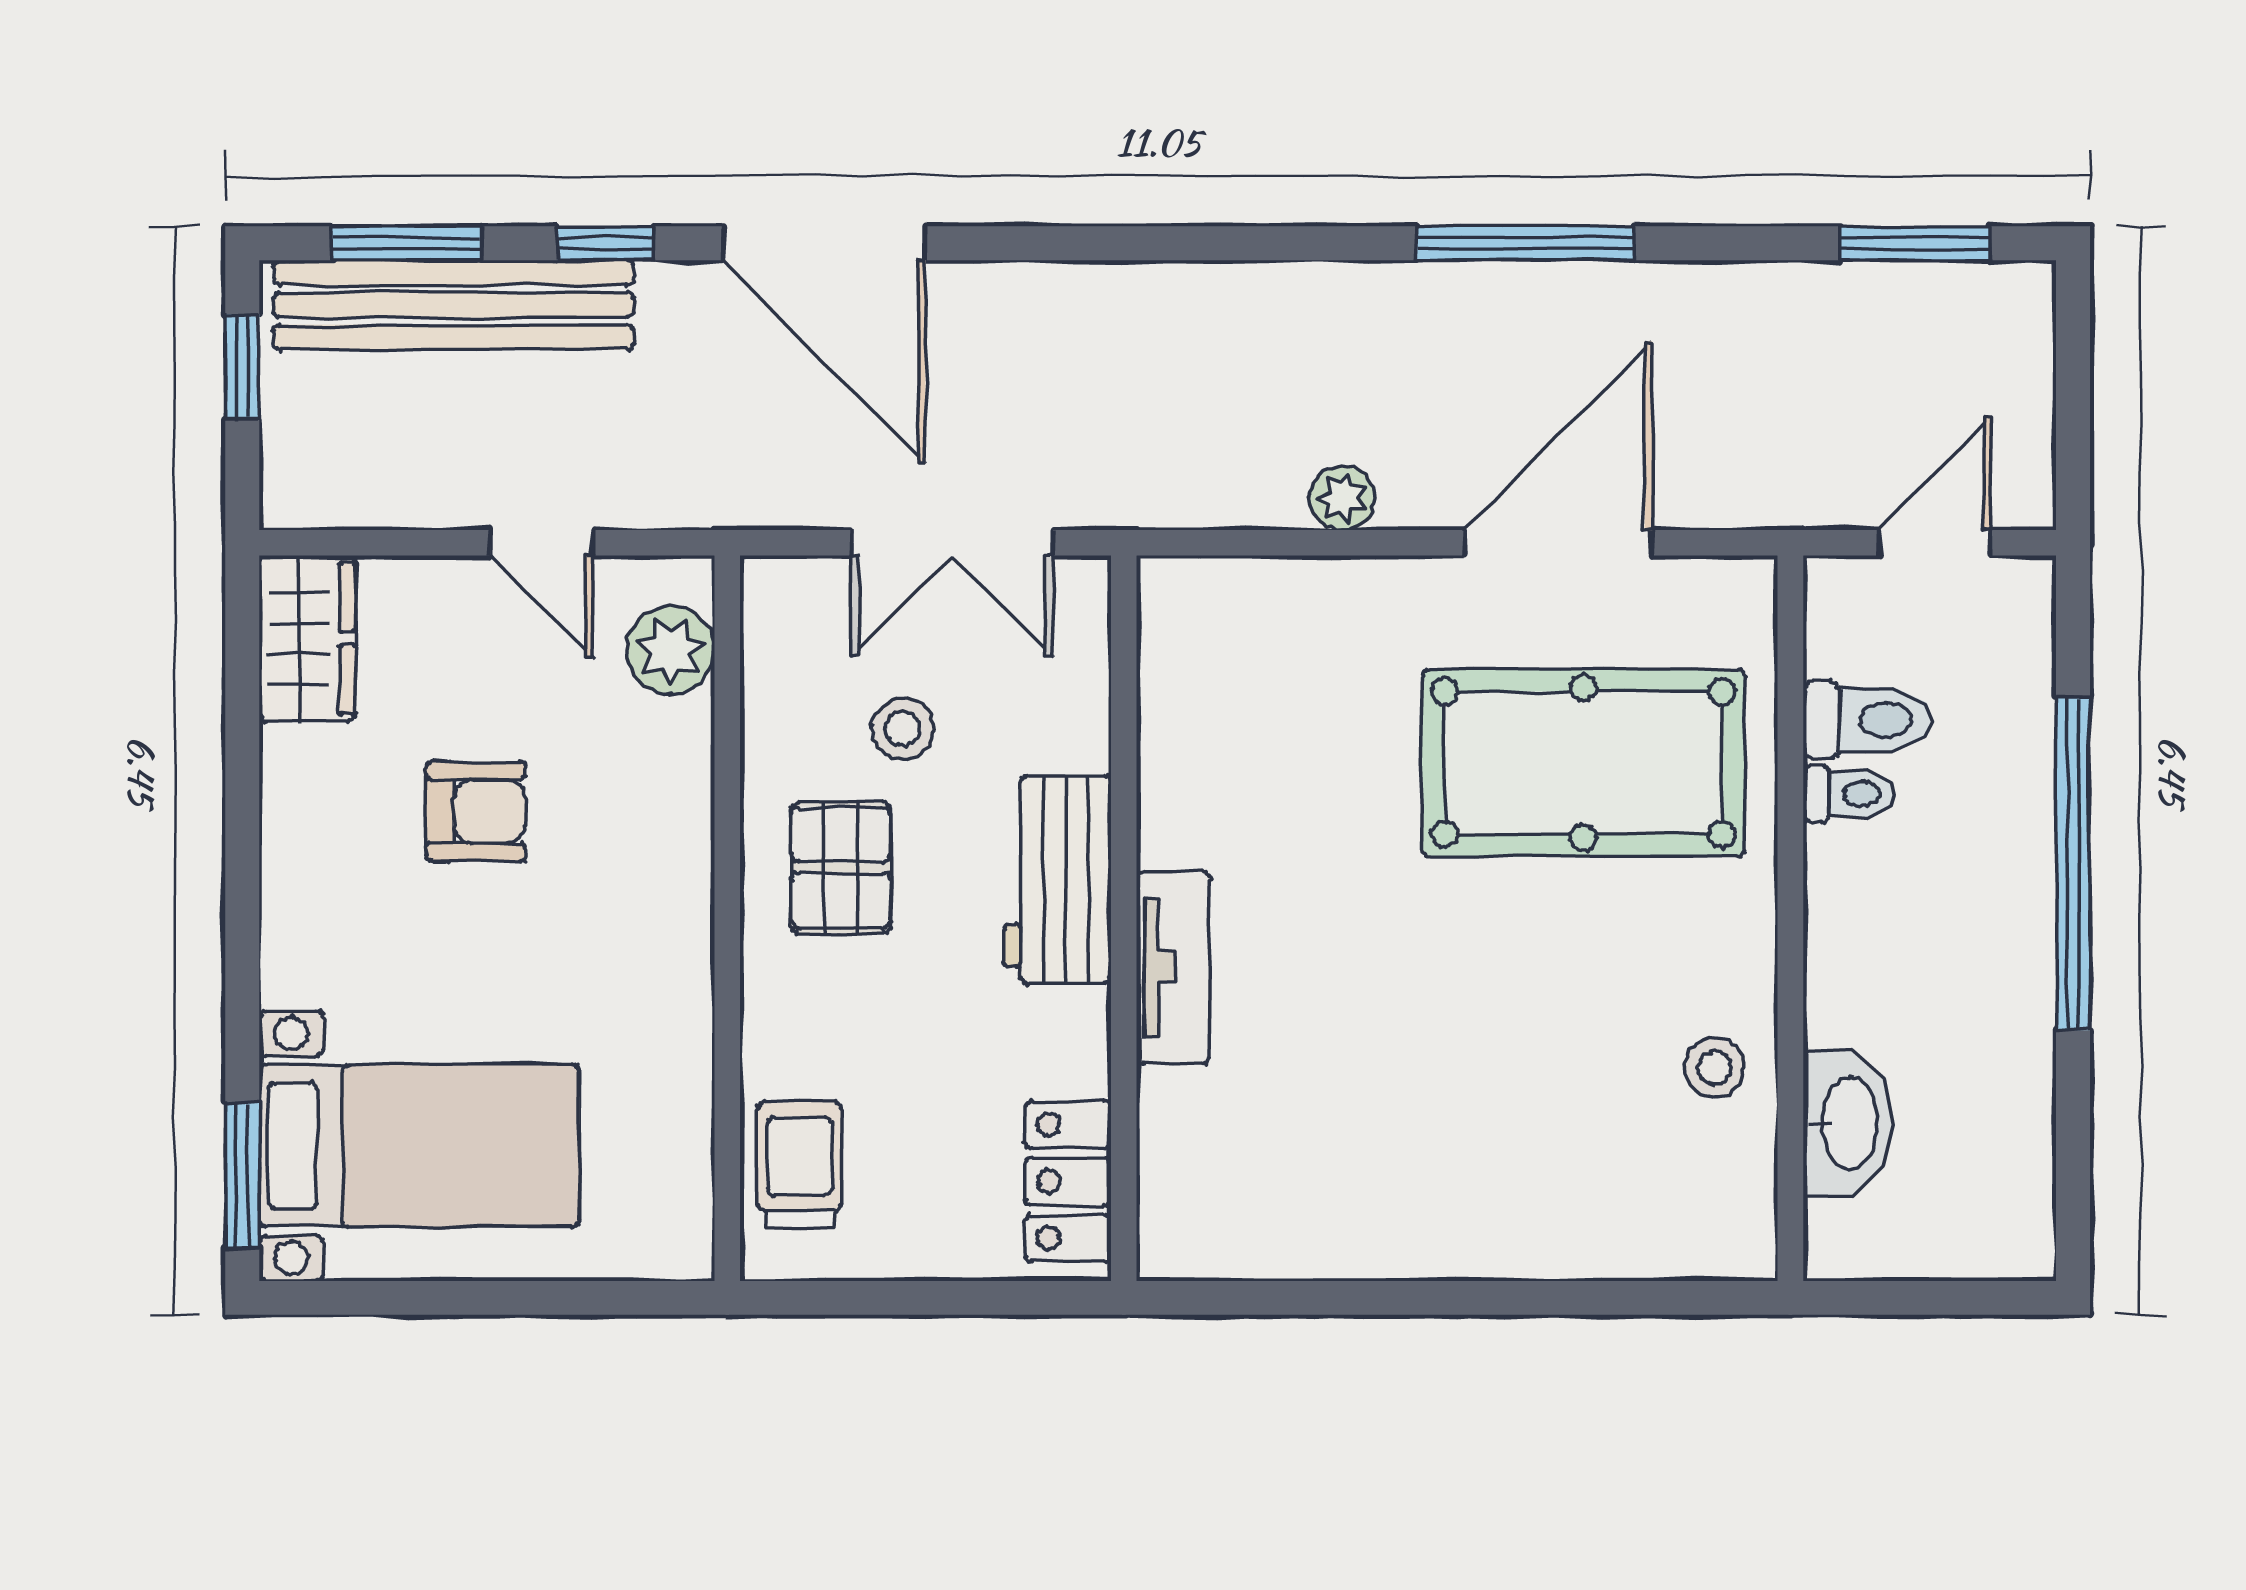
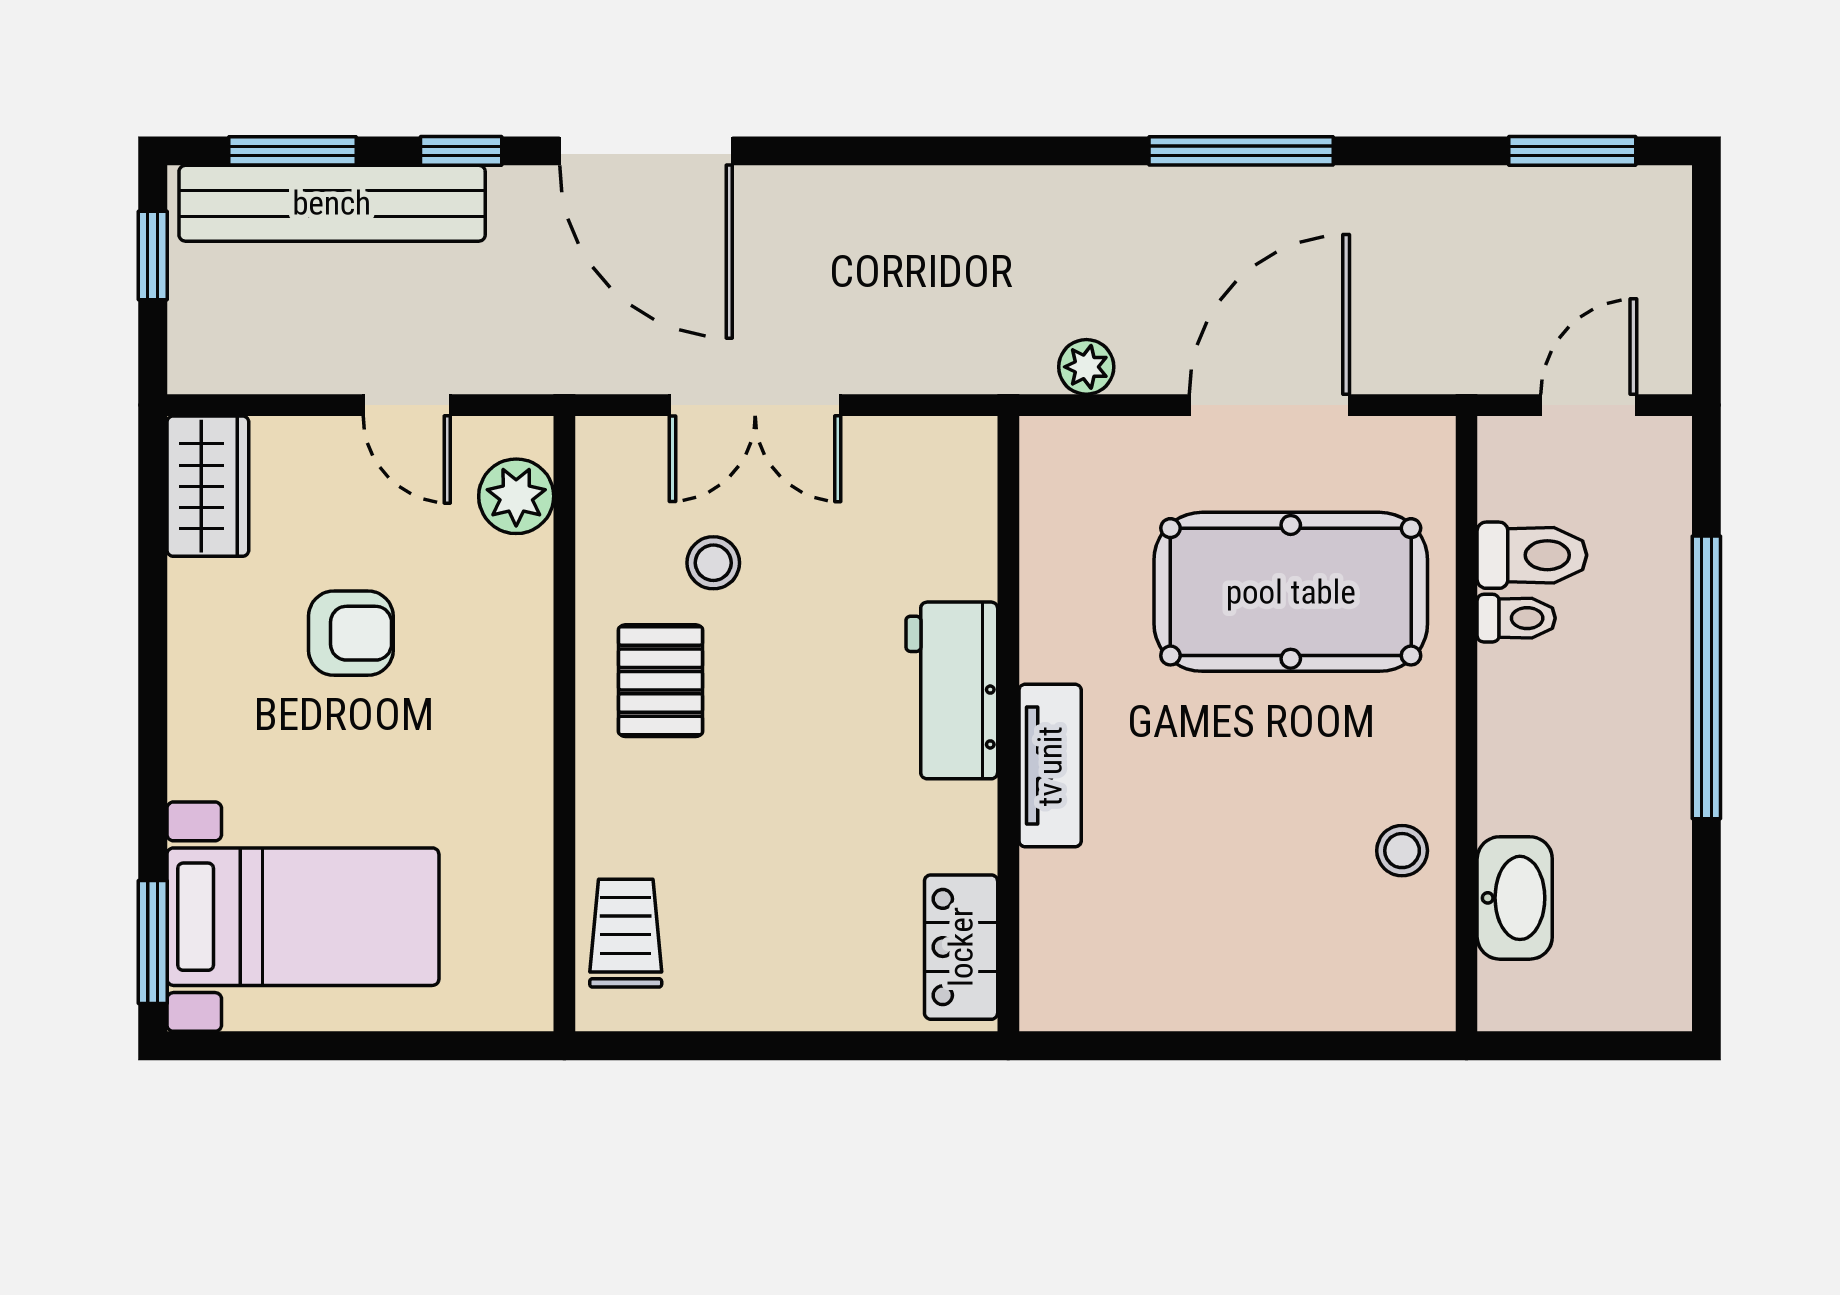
workbench: (1057, 879) -> (952, 690), moved
wall: (1124, 918) -> (1008, 724), moved
tv unit: (1173, 968) -> (1050, 766), moved
locker: (1068, 1182) -> (961, 947), moved

